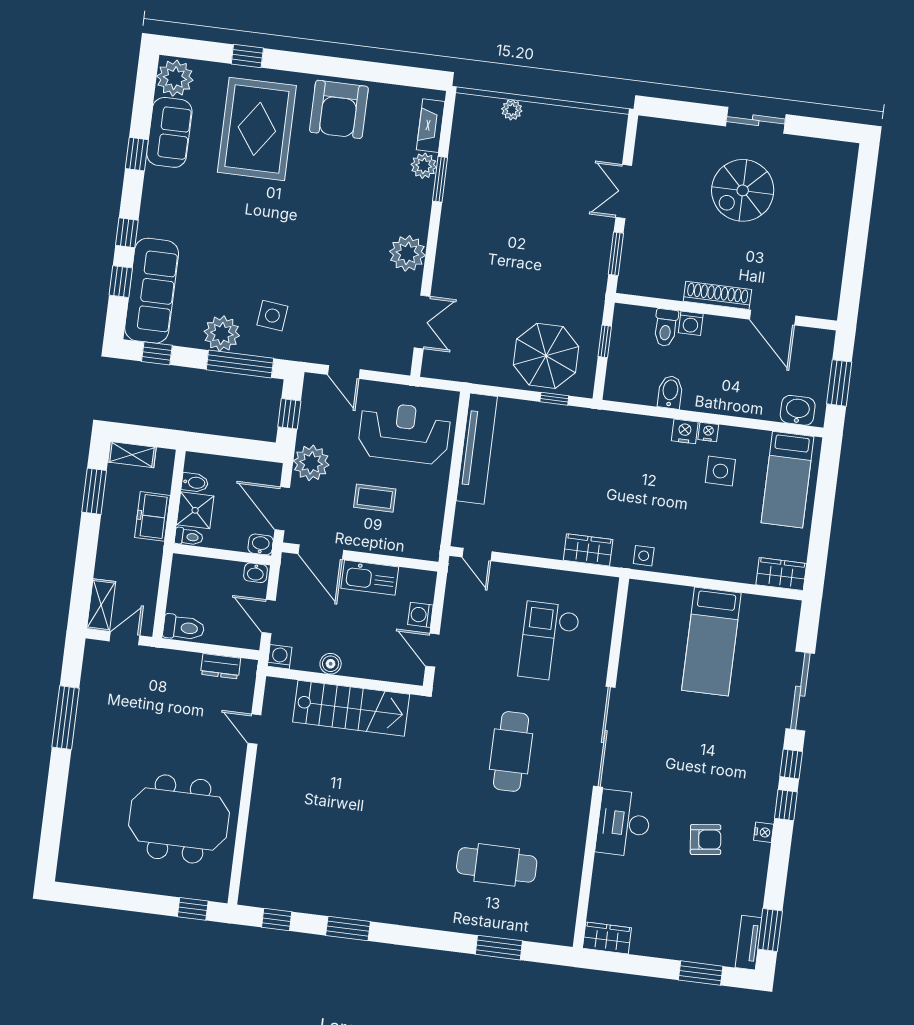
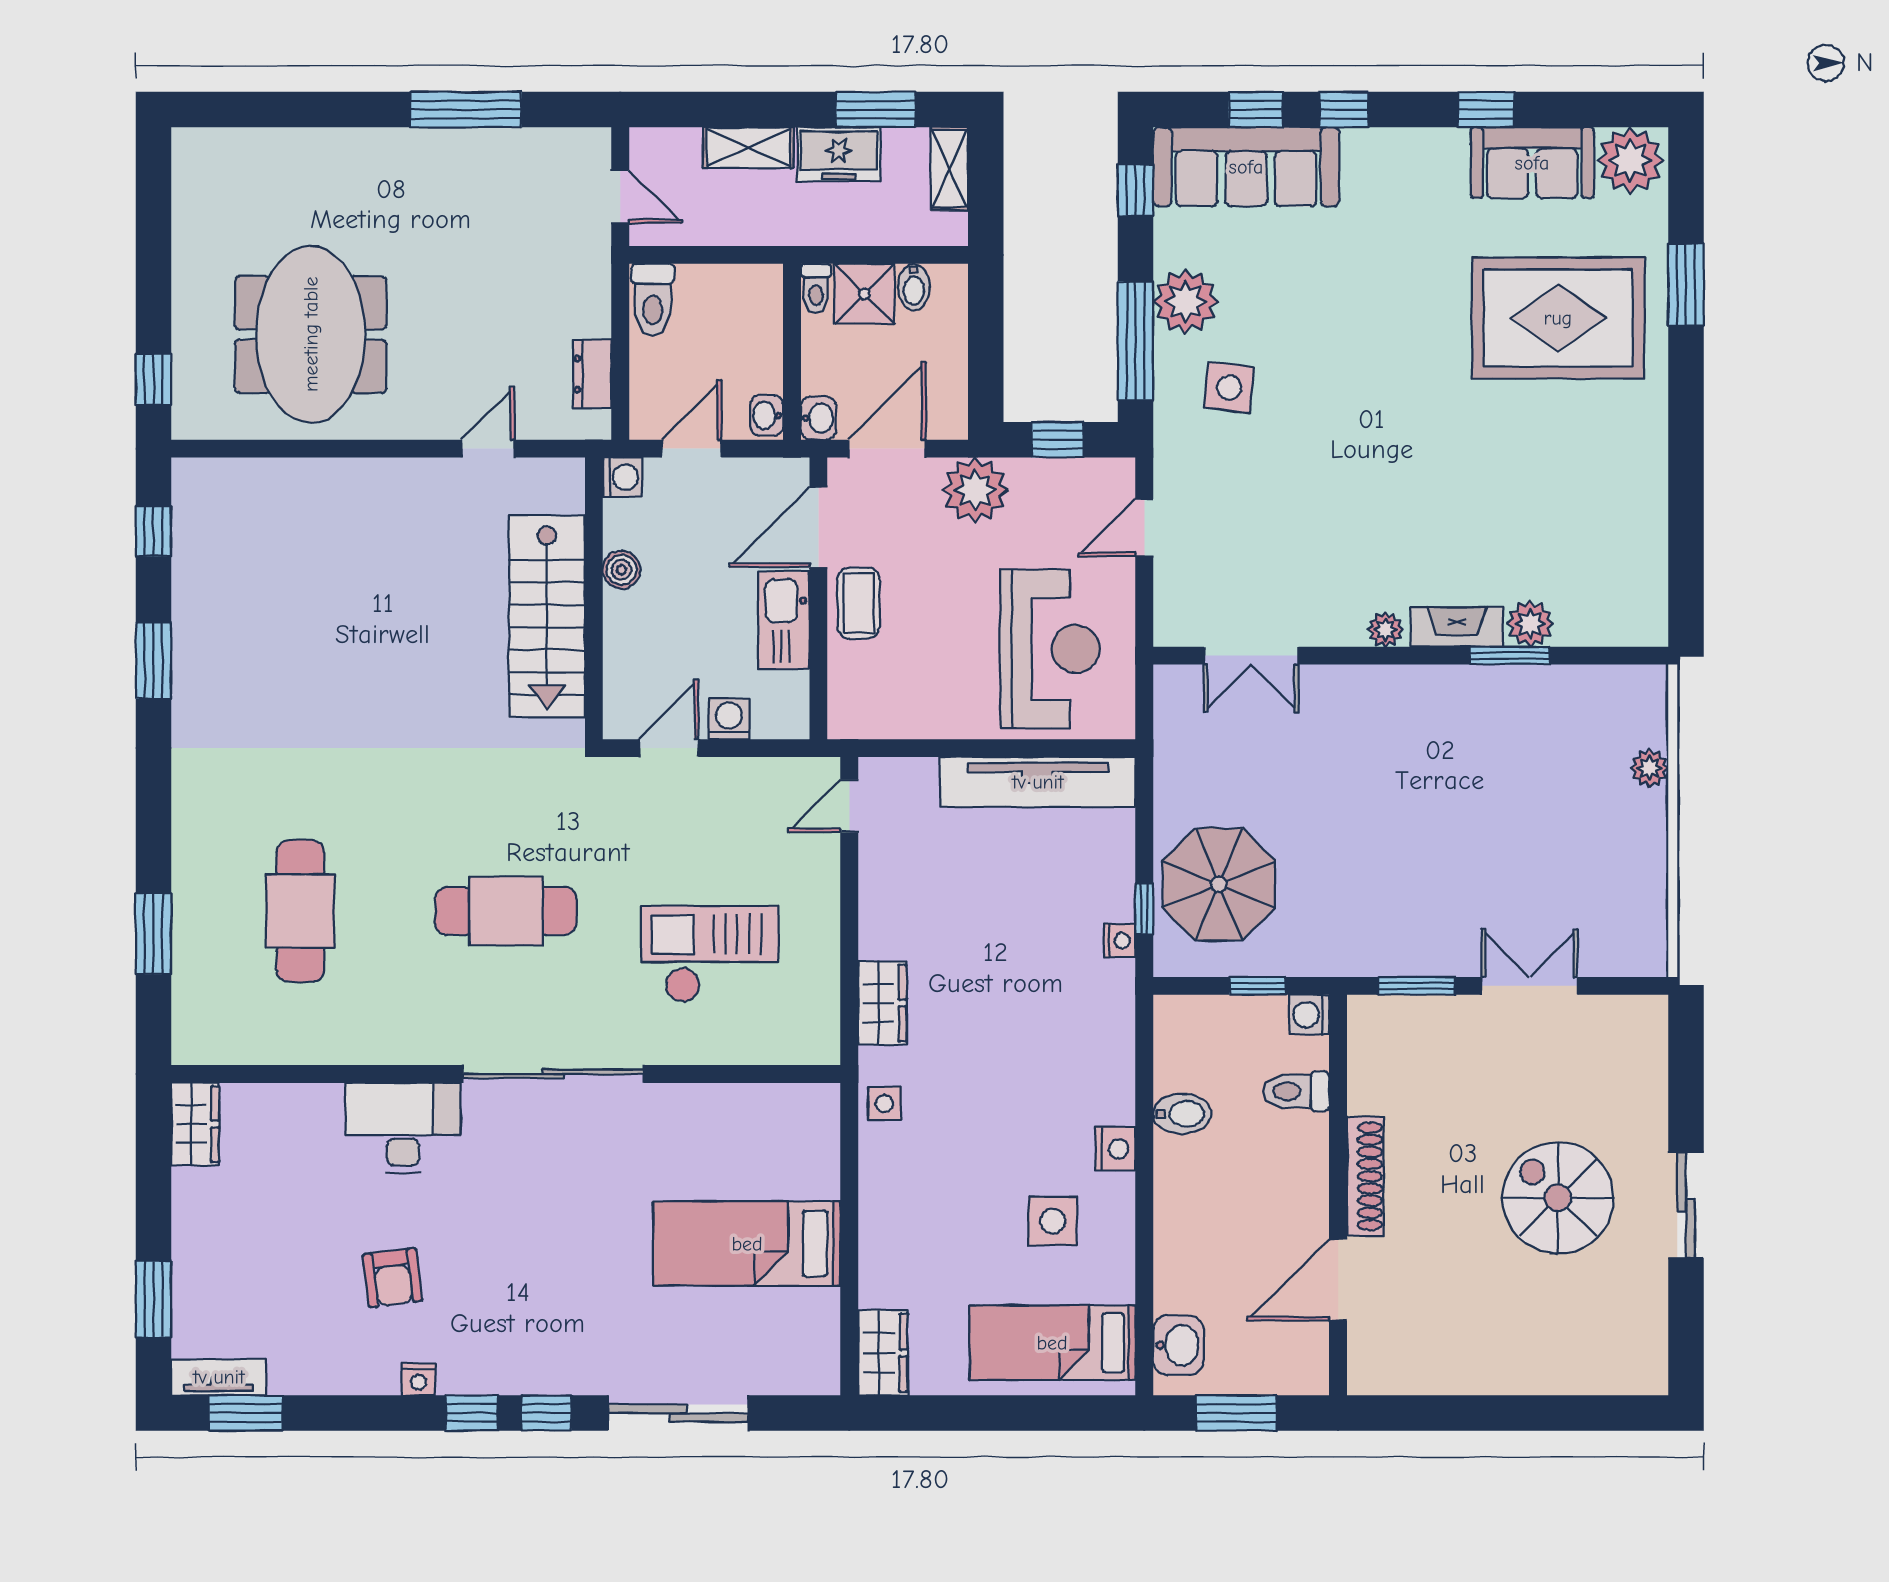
window: (247, 56) -> (1686, 285), width x1.50
armchair: (339, 109) -> (1611, 460), removed
fireplace: (431, 126) -> (1457, 627), moved
plant: (407, 253) -> (1386, 629), width x0.53, depth x0.53
washing machine: (691, 323) -> (1309, 1015), moved
nightstand: (708, 432) -> (1120, 941), moved
coffee table: (375, 498) -> (859, 603), moved
freezer: (152, 516) -> (839, 154), moved, turned 180
shelving: (101, 605) -> (748, 148), moved

